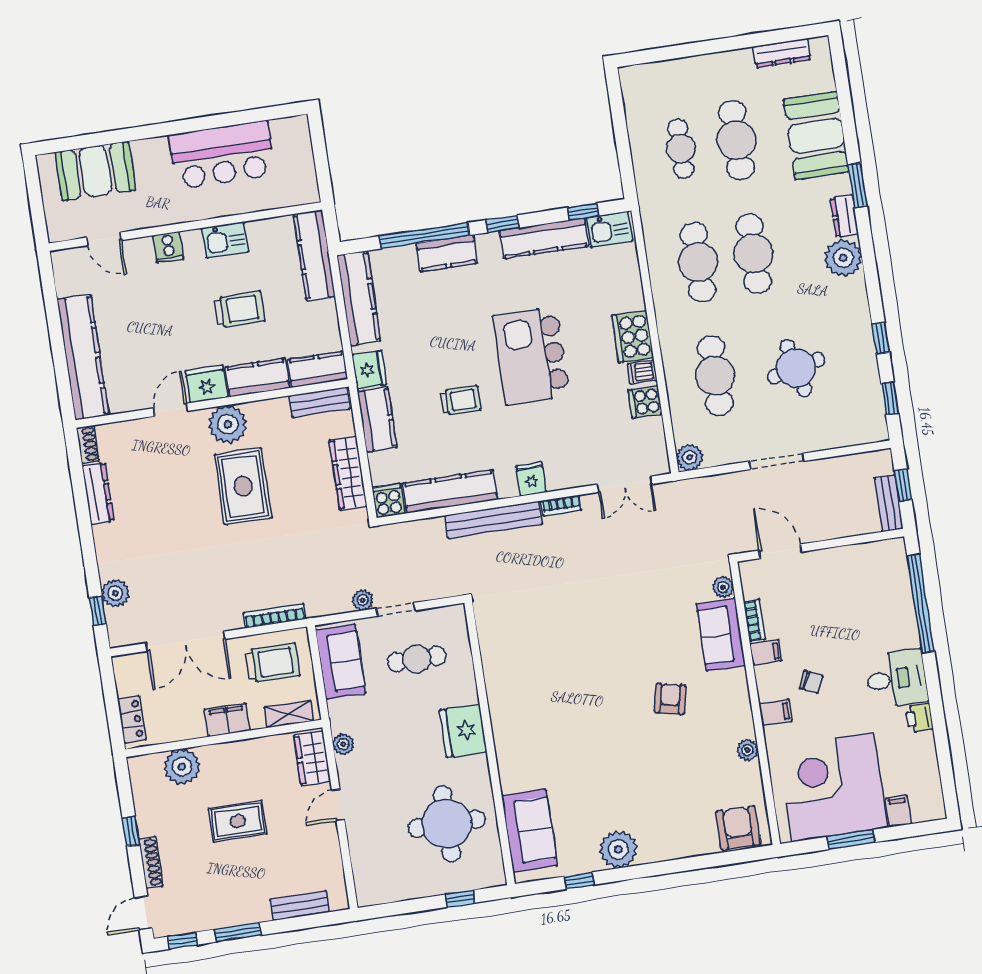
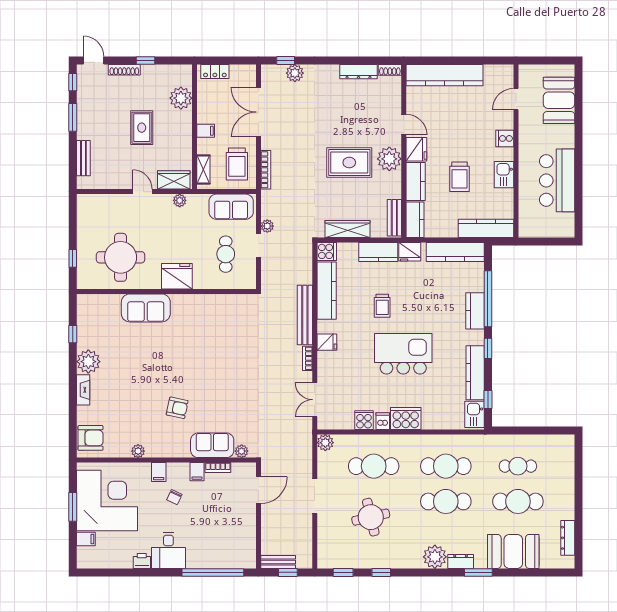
filing cabinet: (227, 720) -> (206, 131), width x0.50
sofa: (529, 831) -> (146, 308), moved
fireplace: (664, 851) -> (83, 390), added

